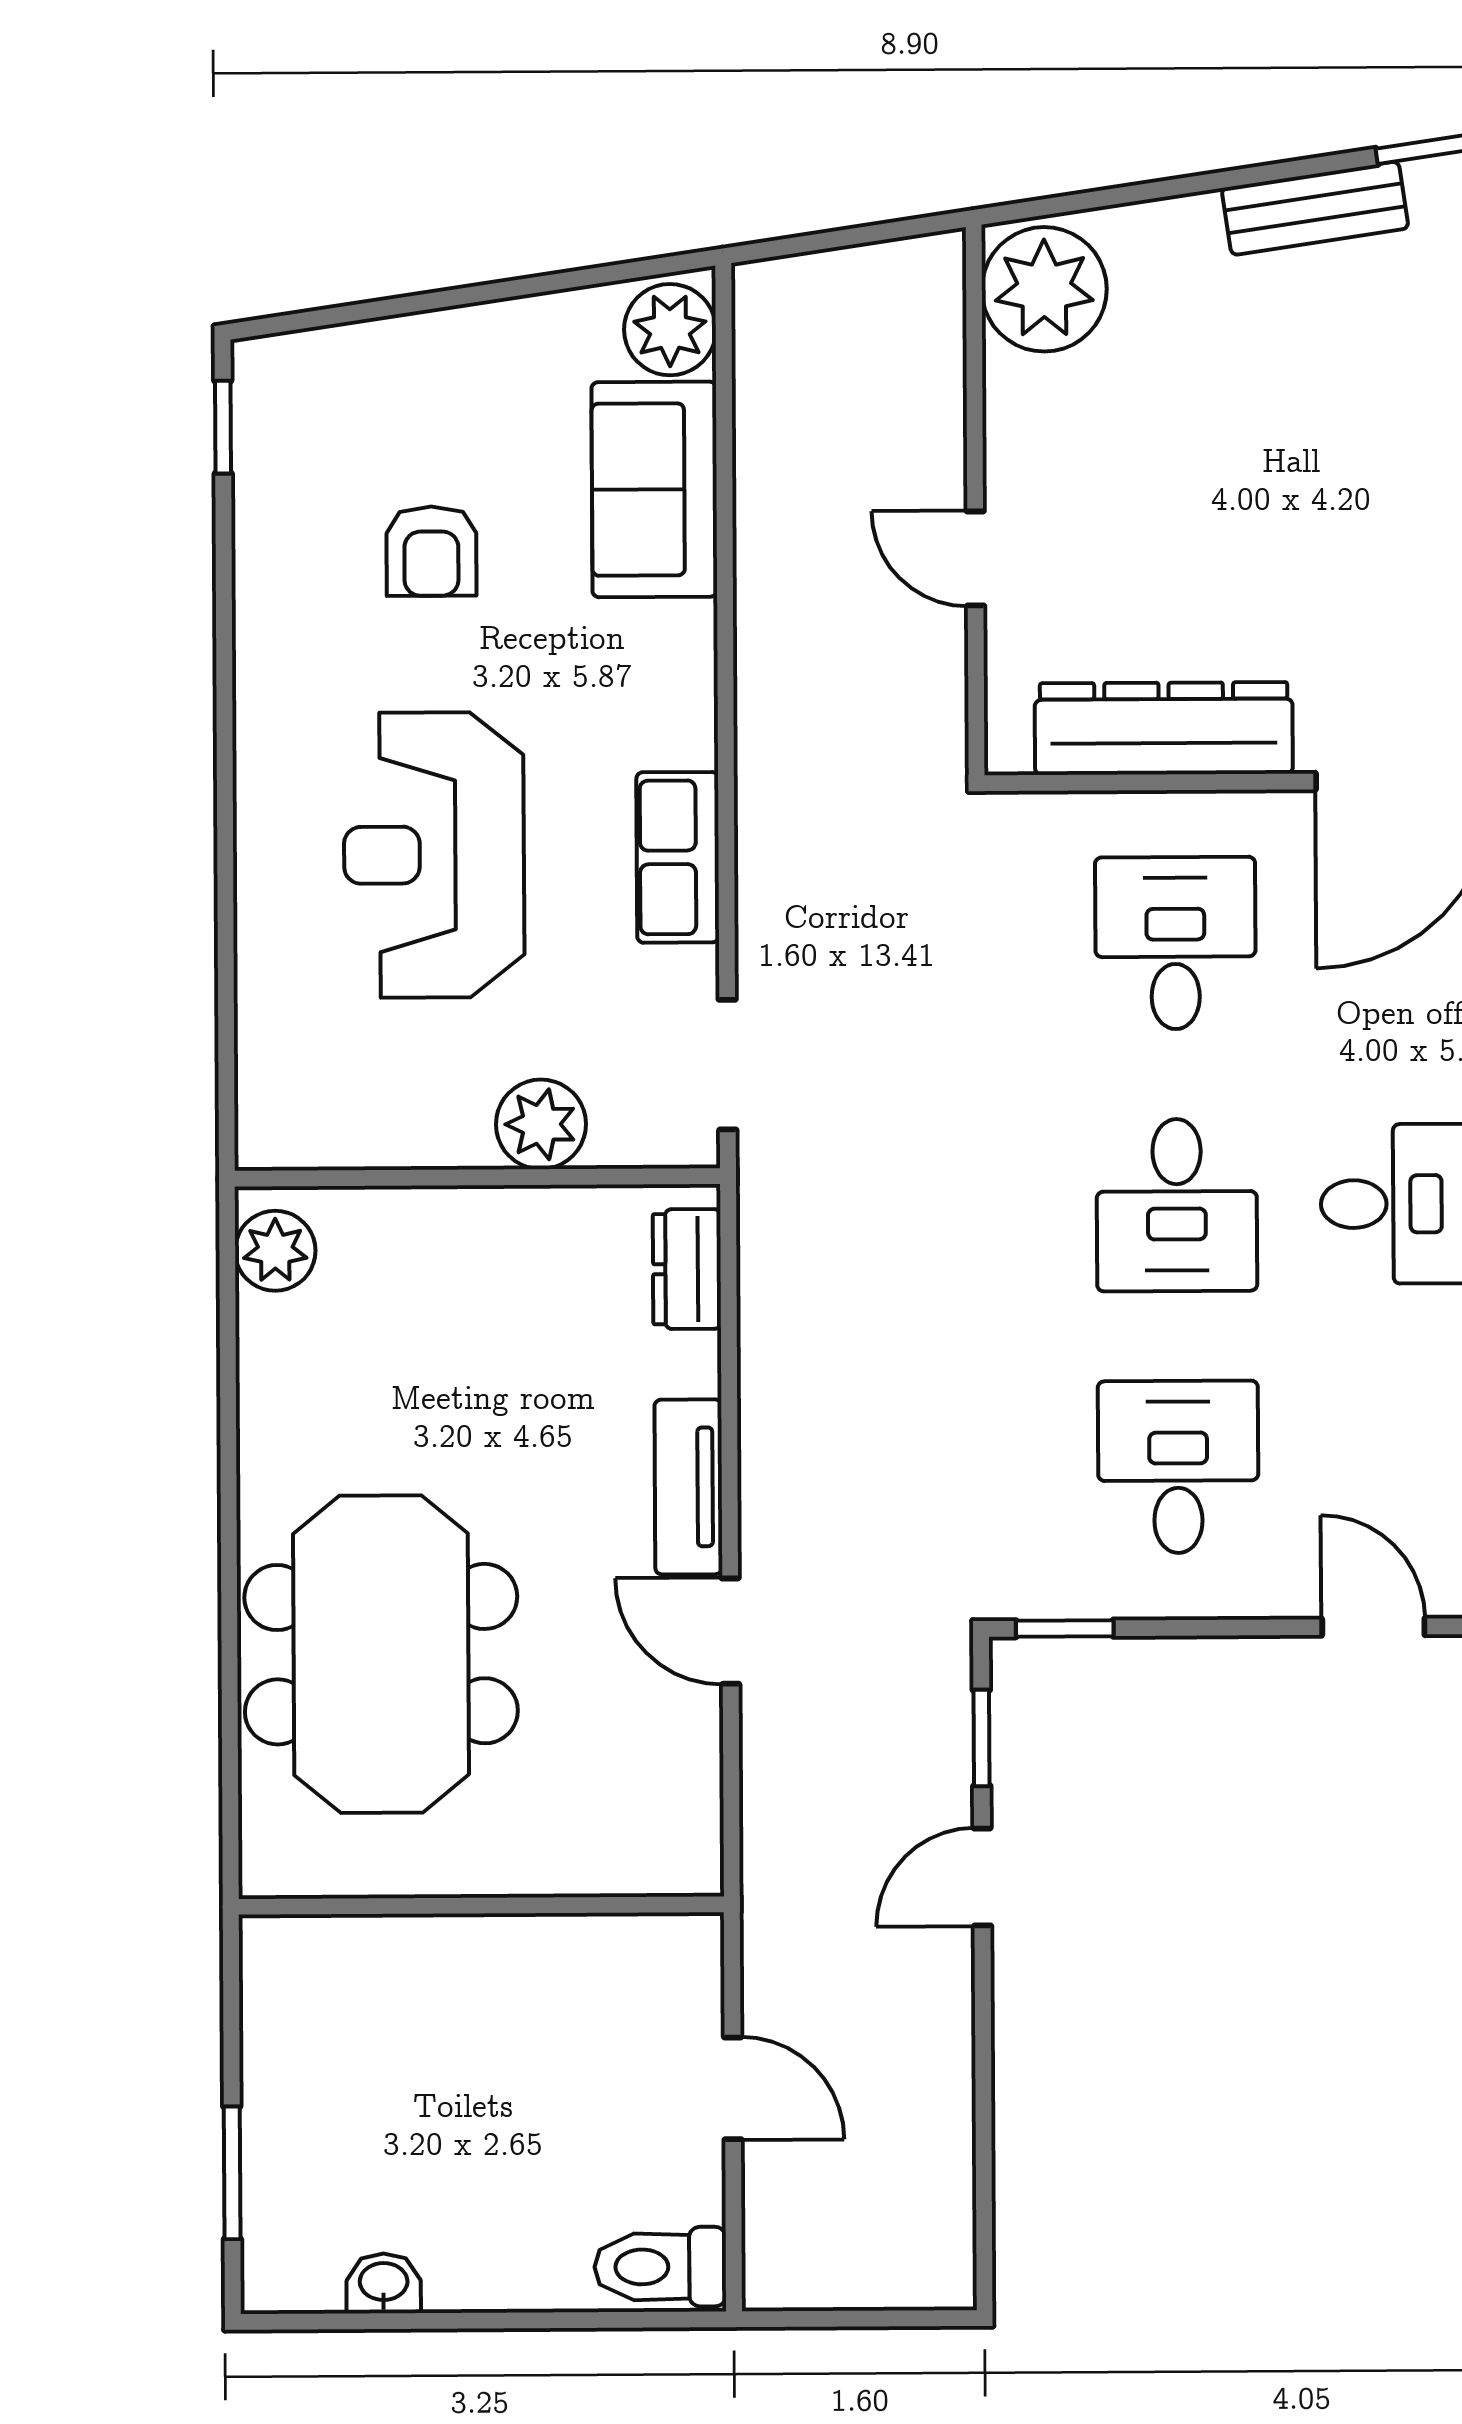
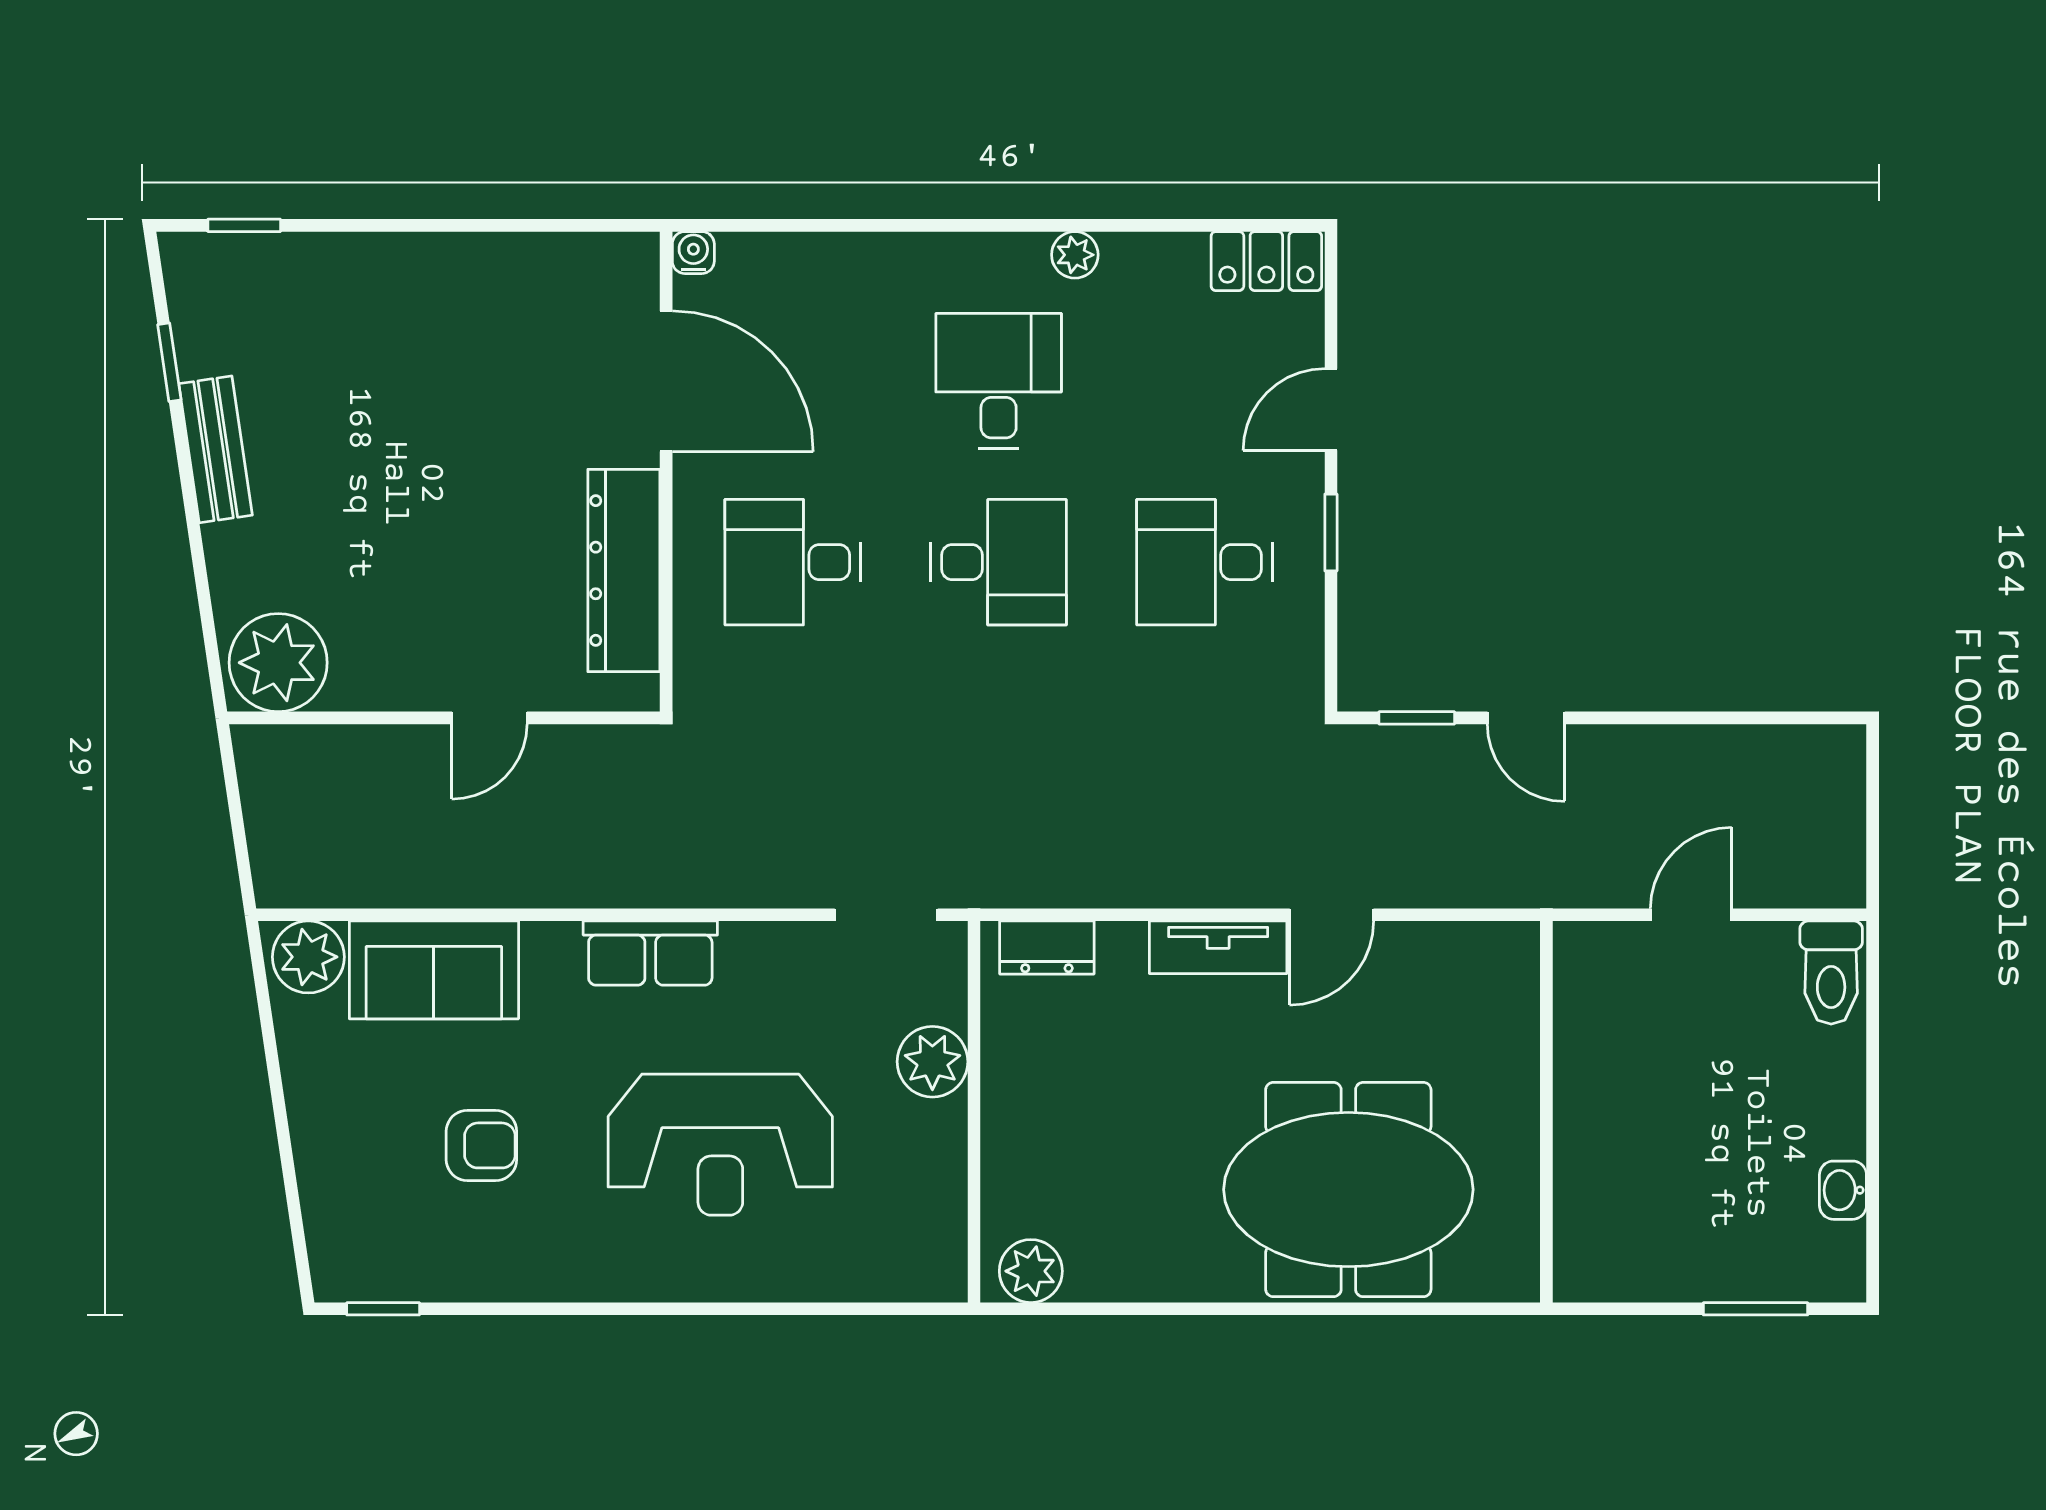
row of seats: (678, 857) -> (650, 953), moved
window: (1065, 1628) -> (1331, 533), moved

